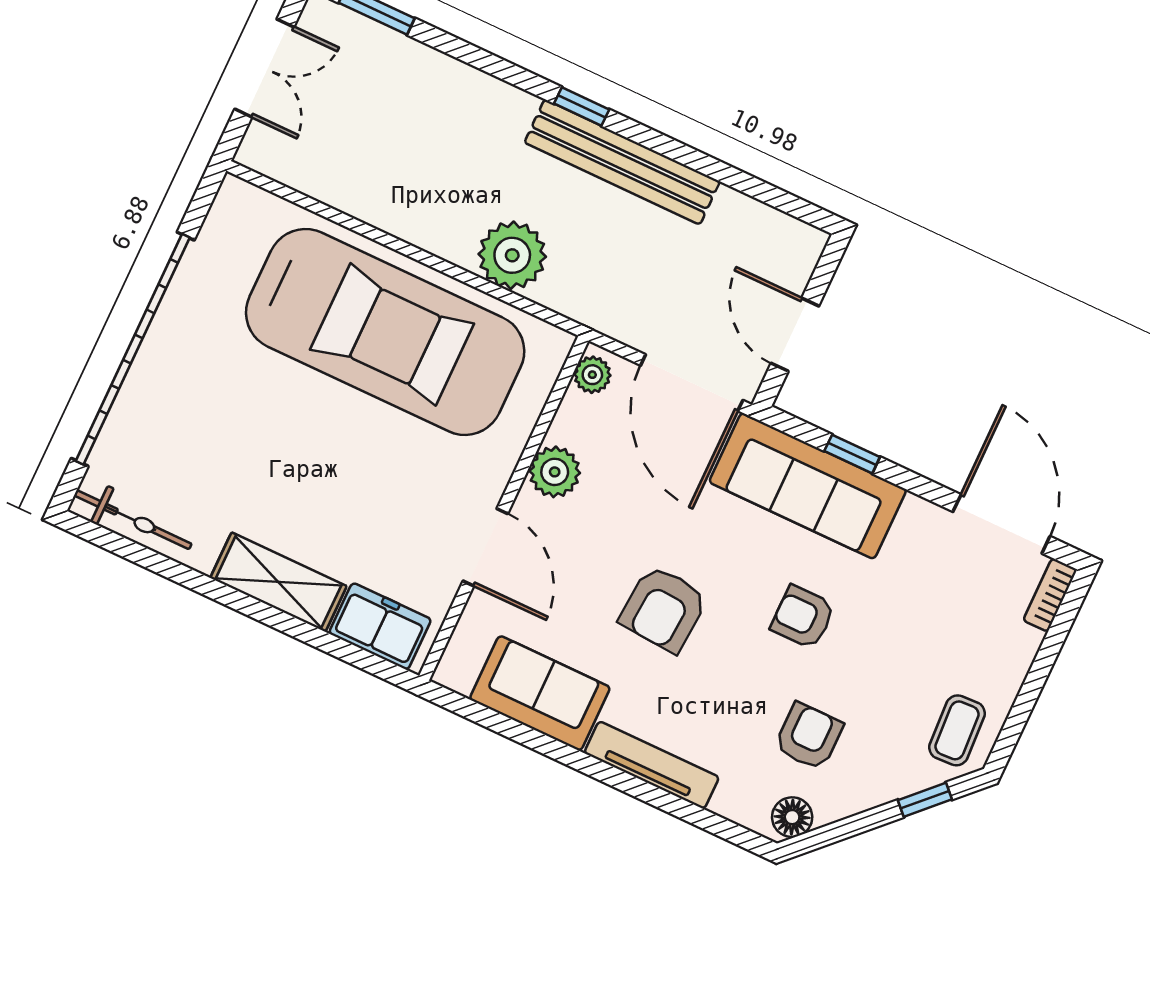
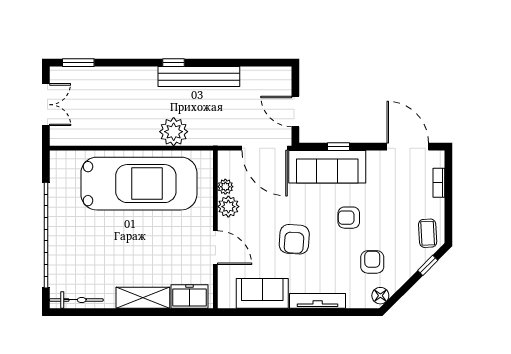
plant: (592, 375) -> (225, 187), moved
bookcase: (1050, 595) -> (439, 183), moved

